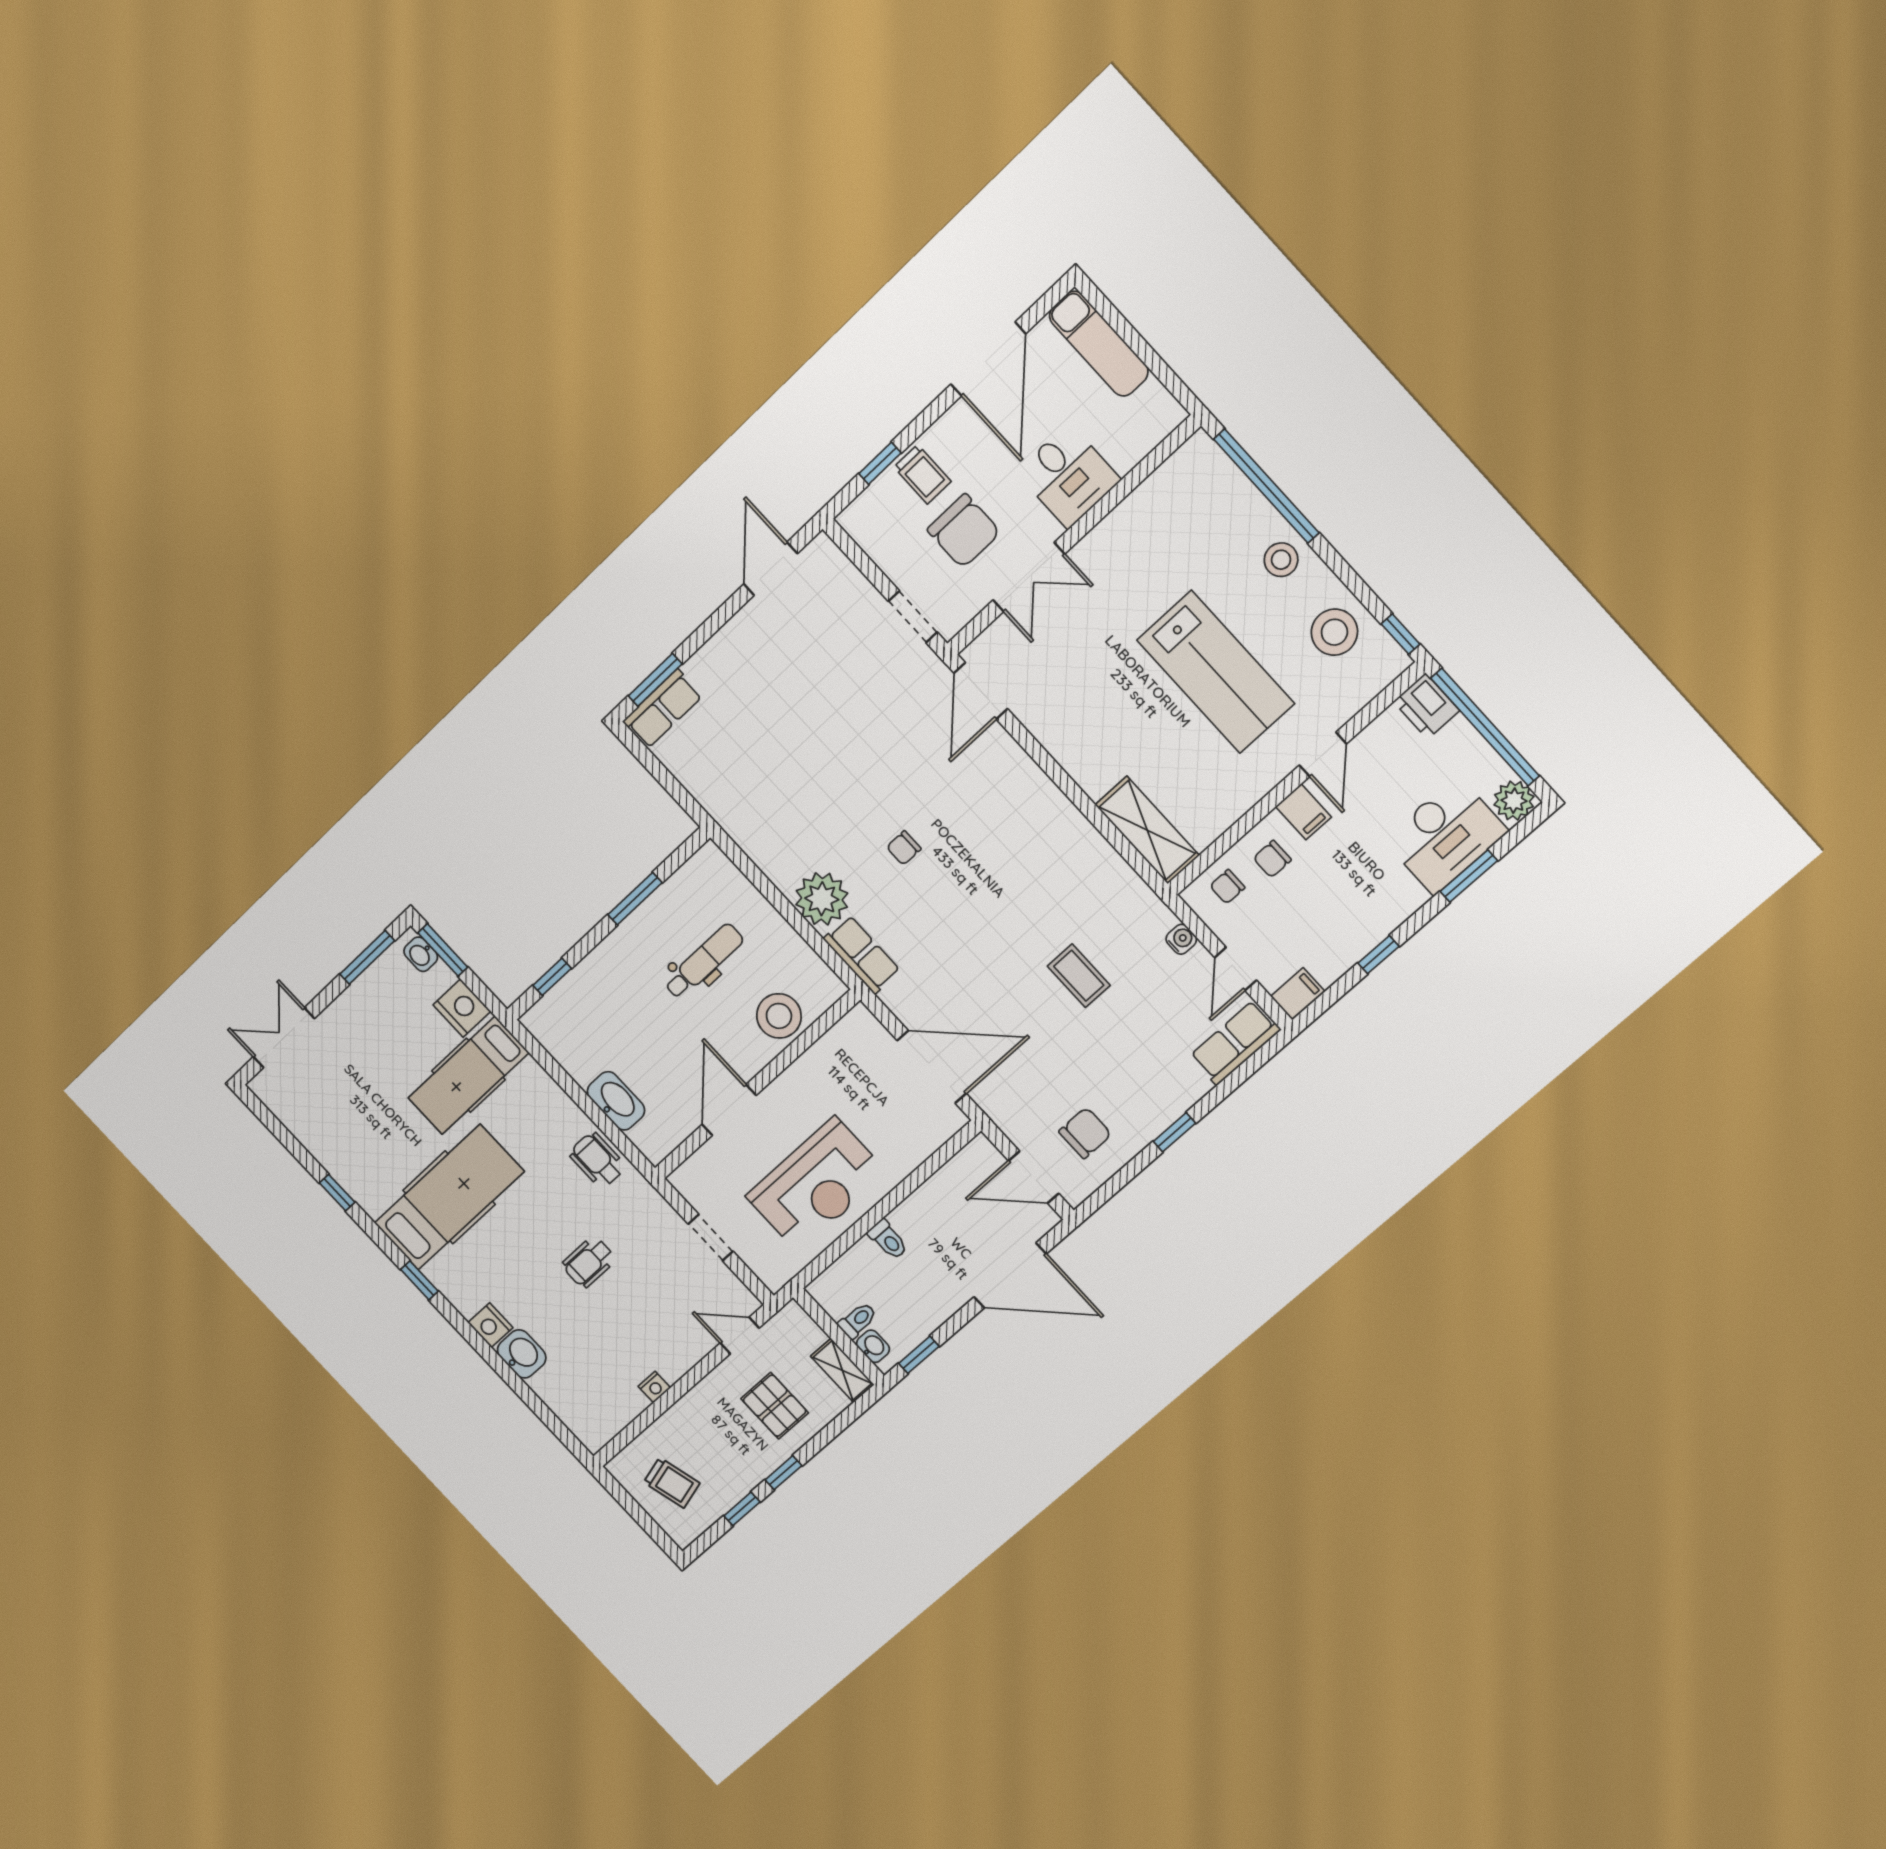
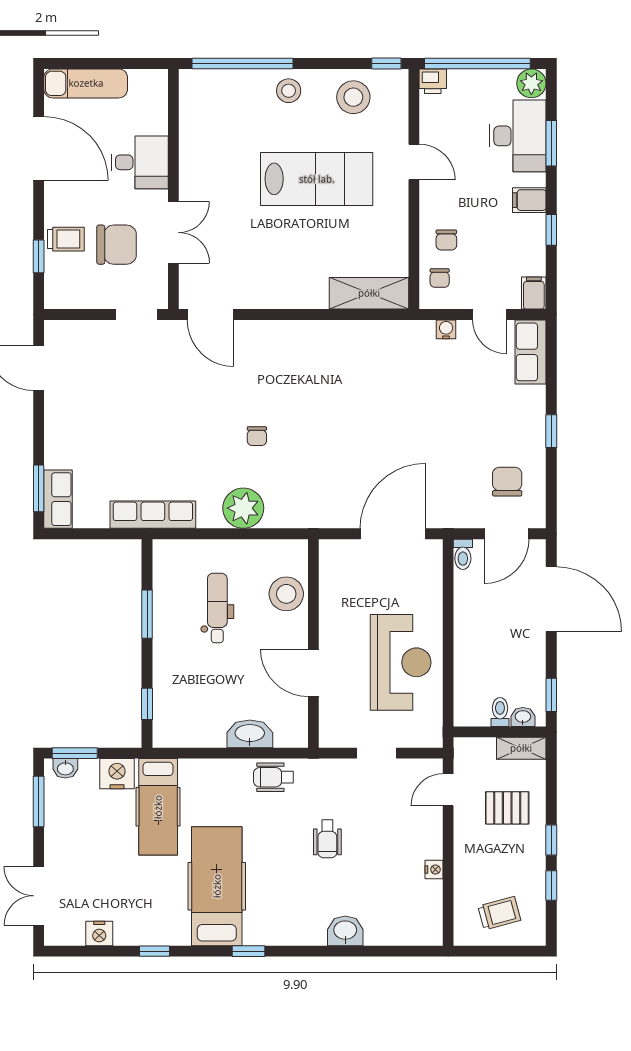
printer: (1426, 706) -> (433, 81), width x0.73, depth x0.81
filing cabinet: (1304, 812) -> (529, 200), moved, turned 180
row of seats: (862, 955) -> (153, 515), moved, width x1.48
coffee table: (1079, 976) -> (415, 404), removed
toilet: (888, 1240) -> (463, 554), moved, turned 90
door: (1010, 1275) -> (551, 599), hinge flipped
nightstand: (490, 1325) -> (99, 934), moved

